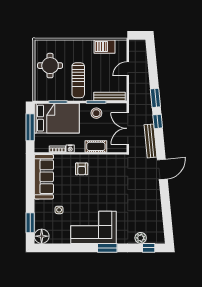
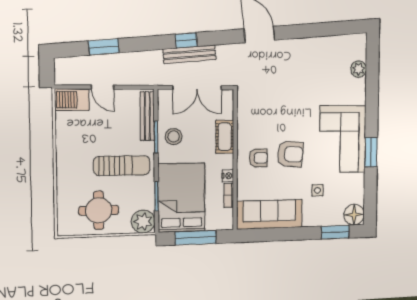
barbecue: (105, 47) -> (72, 100), moved, turned 90
plant: (42, 93) -> (143, 222), added
window: (155, 98) -> (104, 47), moved
bench: (151, 141) -> (190, 54), moved
armchair: (84, 191) -> (290, 154), added
window: (107, 248) -> (371, 152), moved
window: (149, 248) -> (373, 57), removed

